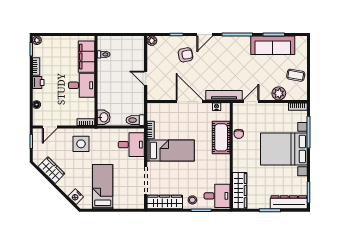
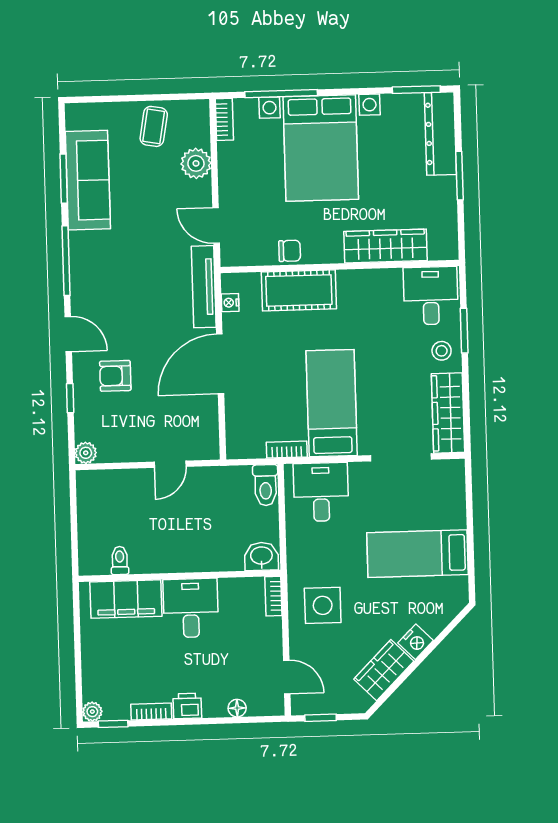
armchair: (186, 55) -> (115, 376), turned -79
wardrobe: (240, 191) -> (386, 246), moved
nightstand: (76, 197) -> (416, 642), moved

